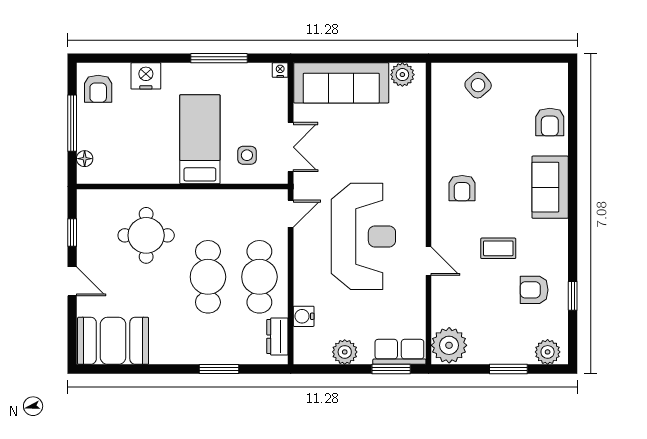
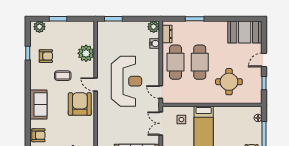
armchair: (550, 122) -> (38, 135), turned 90
armchair: (462, 188) -> (80, 104), width x1.88, depth x1.88
door: (291, 214) -> (161, 92), hinge flipped
reception desk: (363, 236) -> (126, 81), turned 180
door: (428, 261) -> (96, 84), moved
door: (72, 281) -> (264, 60), hinge flipped
plant: (449, 345) -> (86, 53), moved
plant: (345, 352) -> (154, 27), moved
row of seats: (399, 352) -> (109, 27), removed

